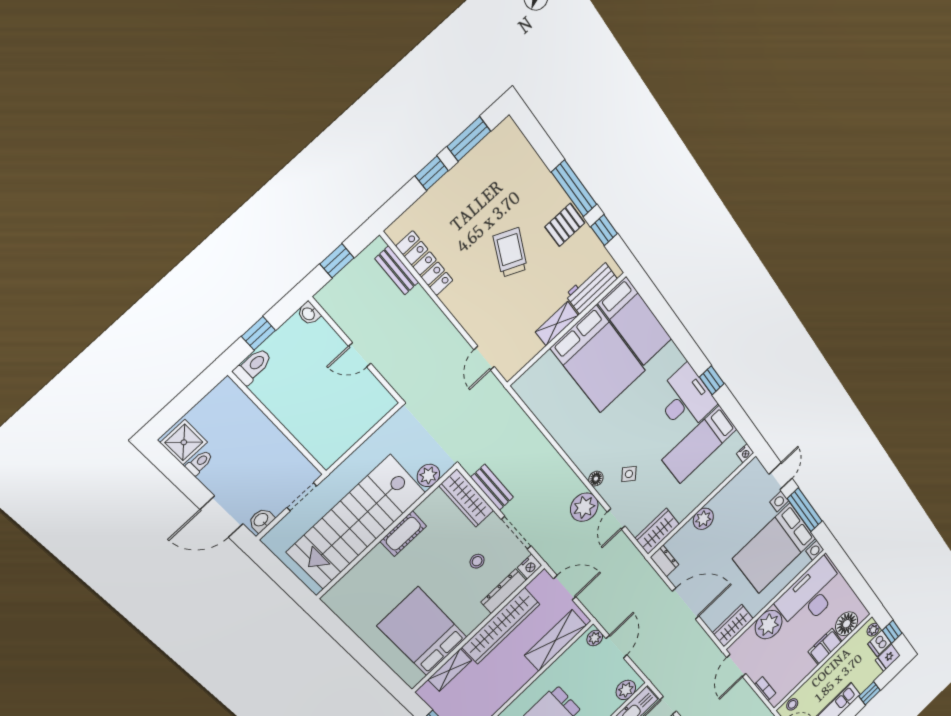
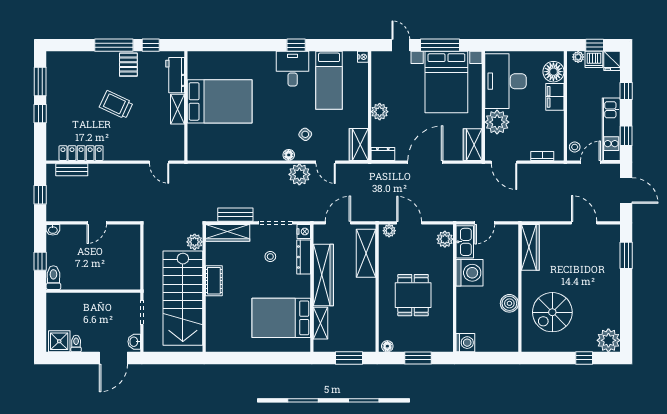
bed: (635, 321) -> (218, 65), removed
desk: (686, 399) -> (293, 69), width x0.73

